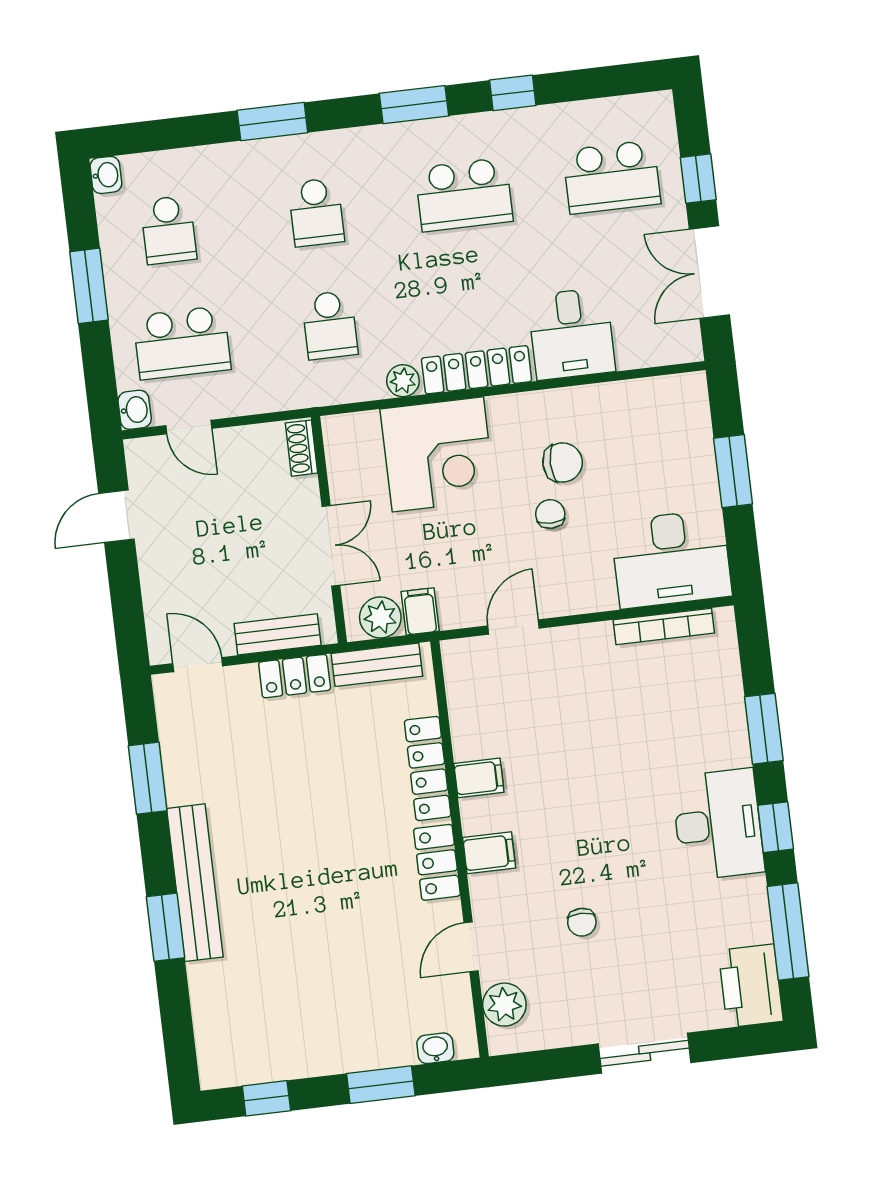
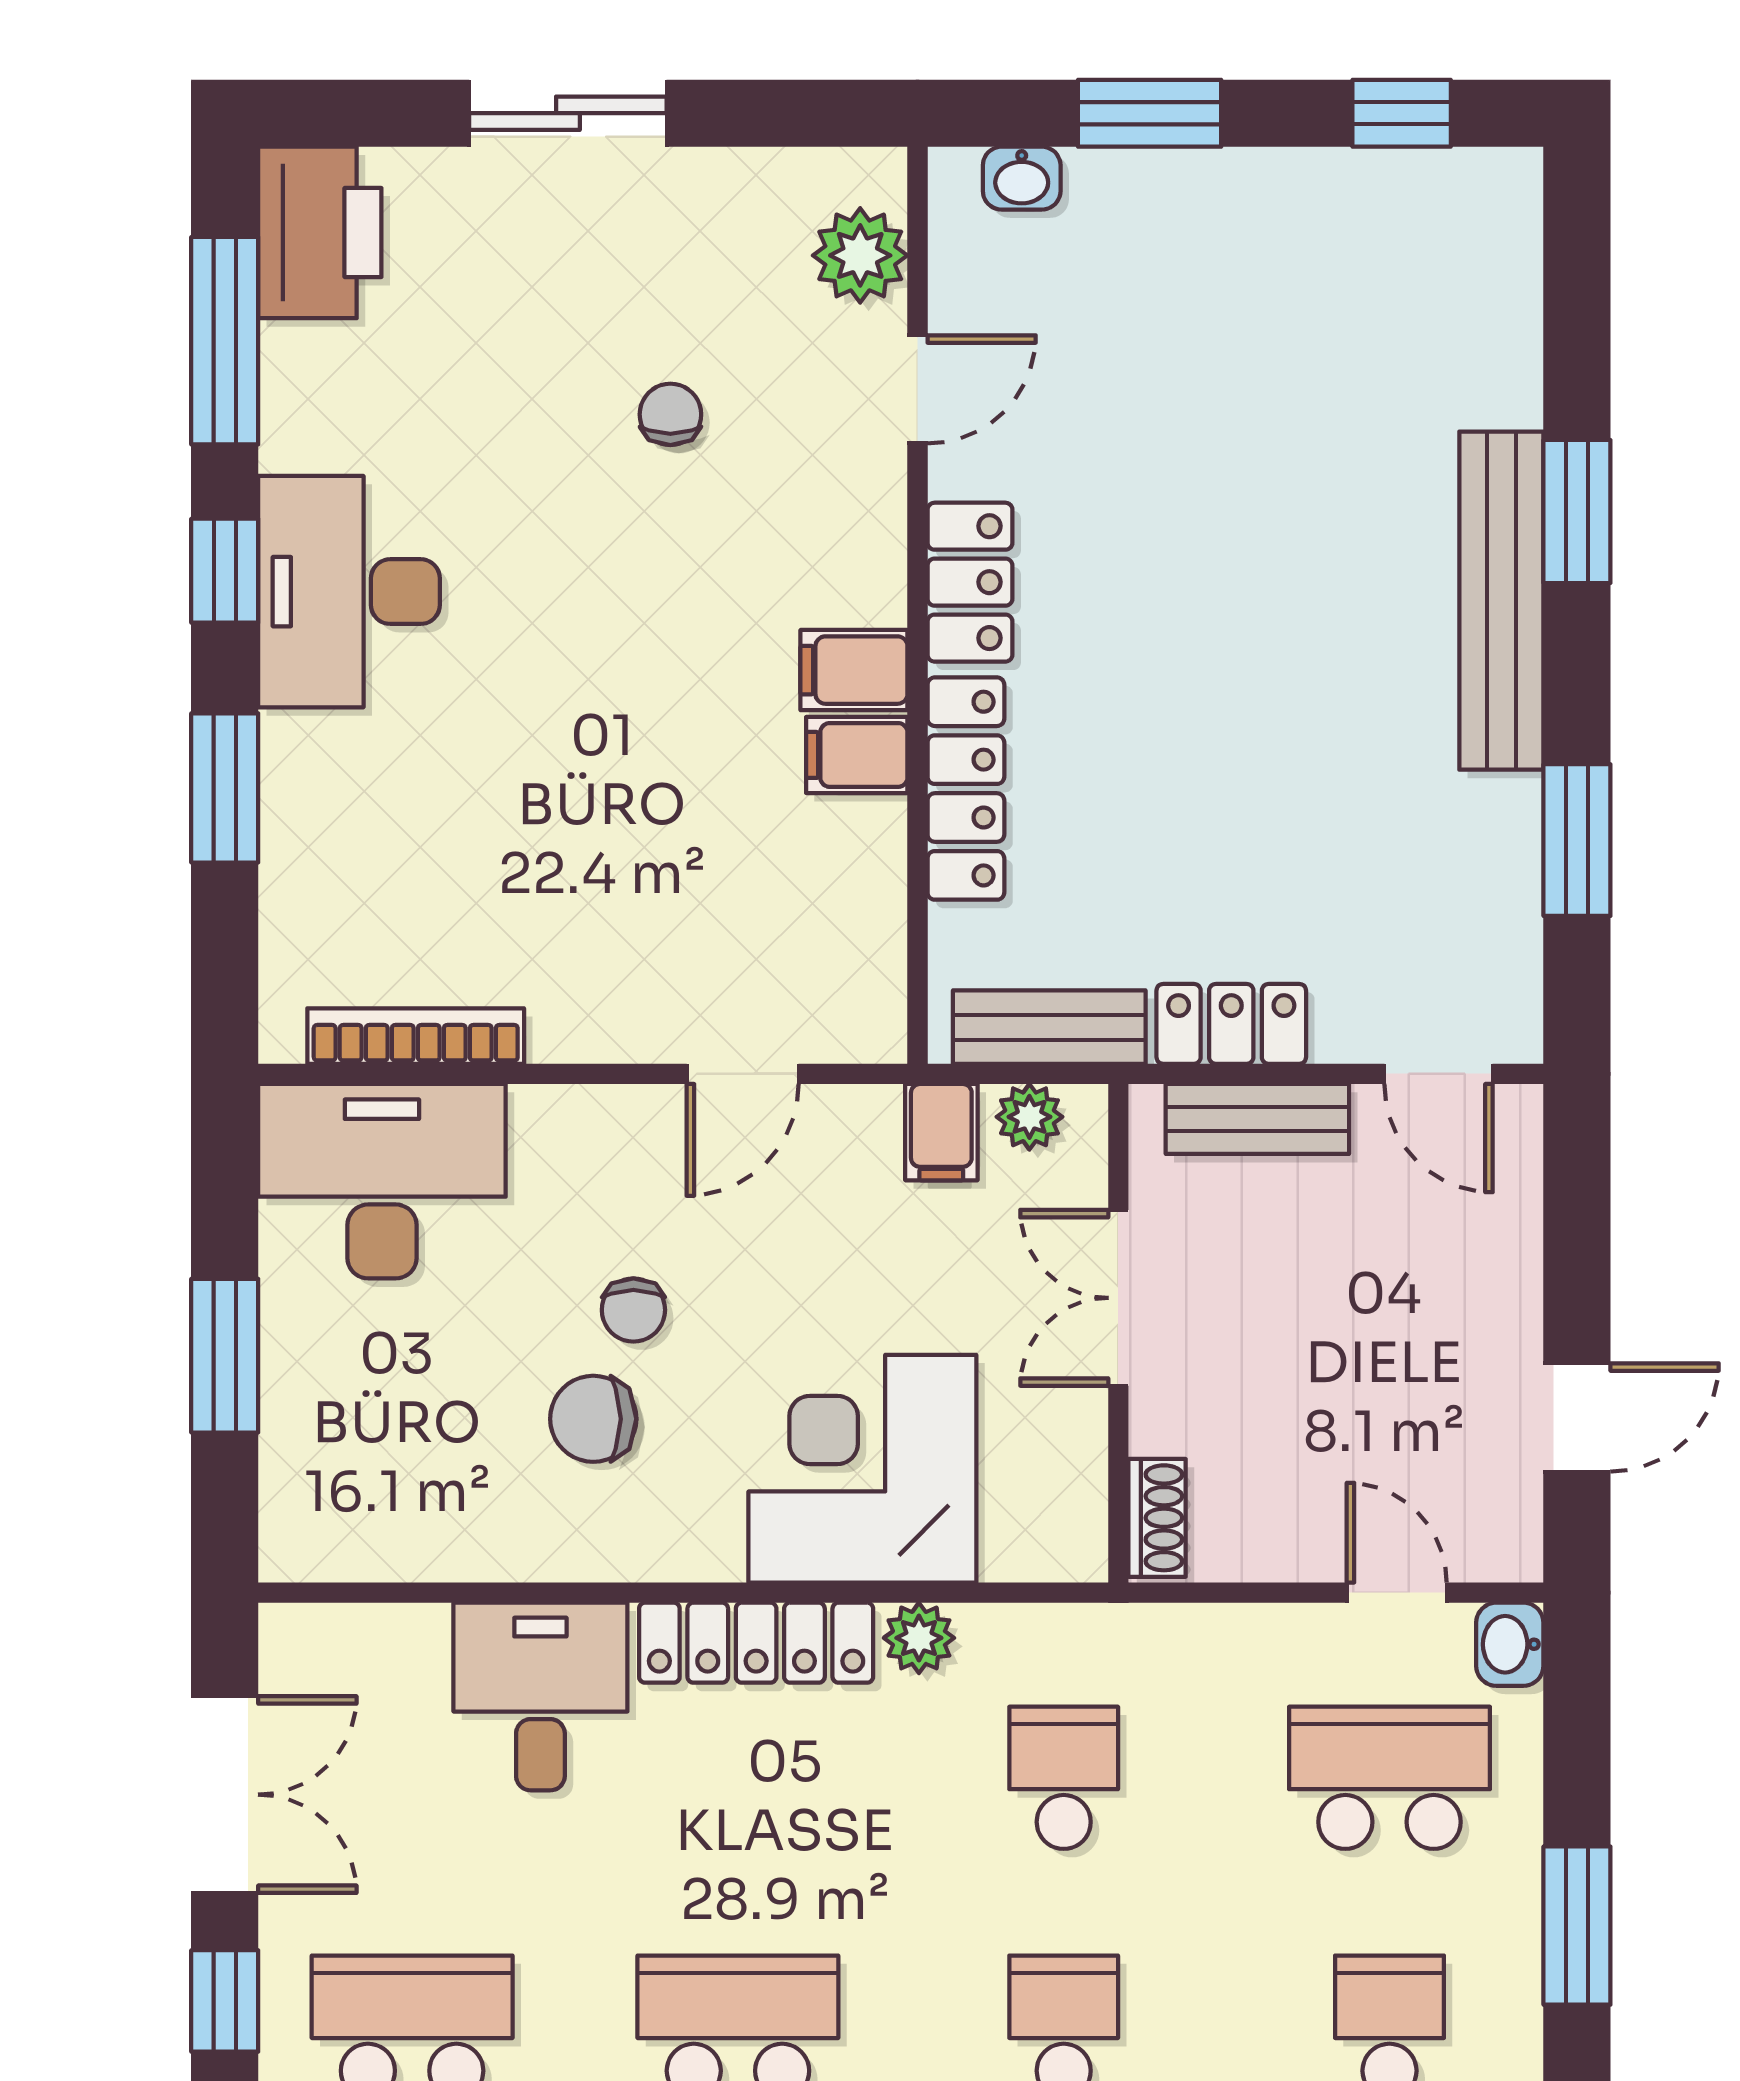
plant: (380, 617) -> (1029, 1117), width x0.73, depth x0.73
filing cabinet: (489, 853) -> (854, 670), moved

